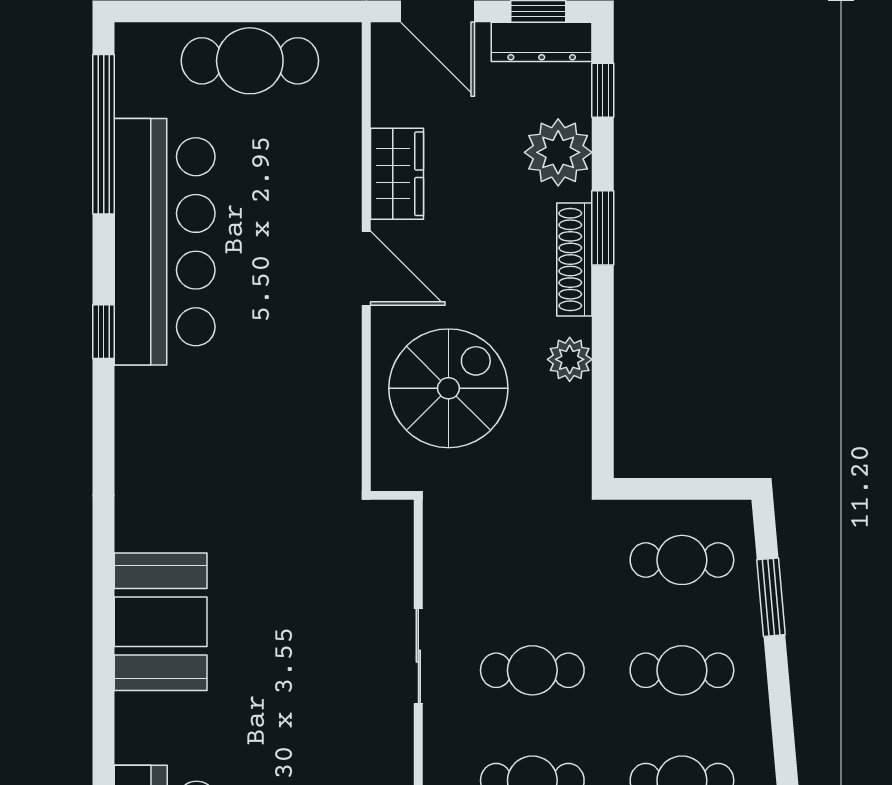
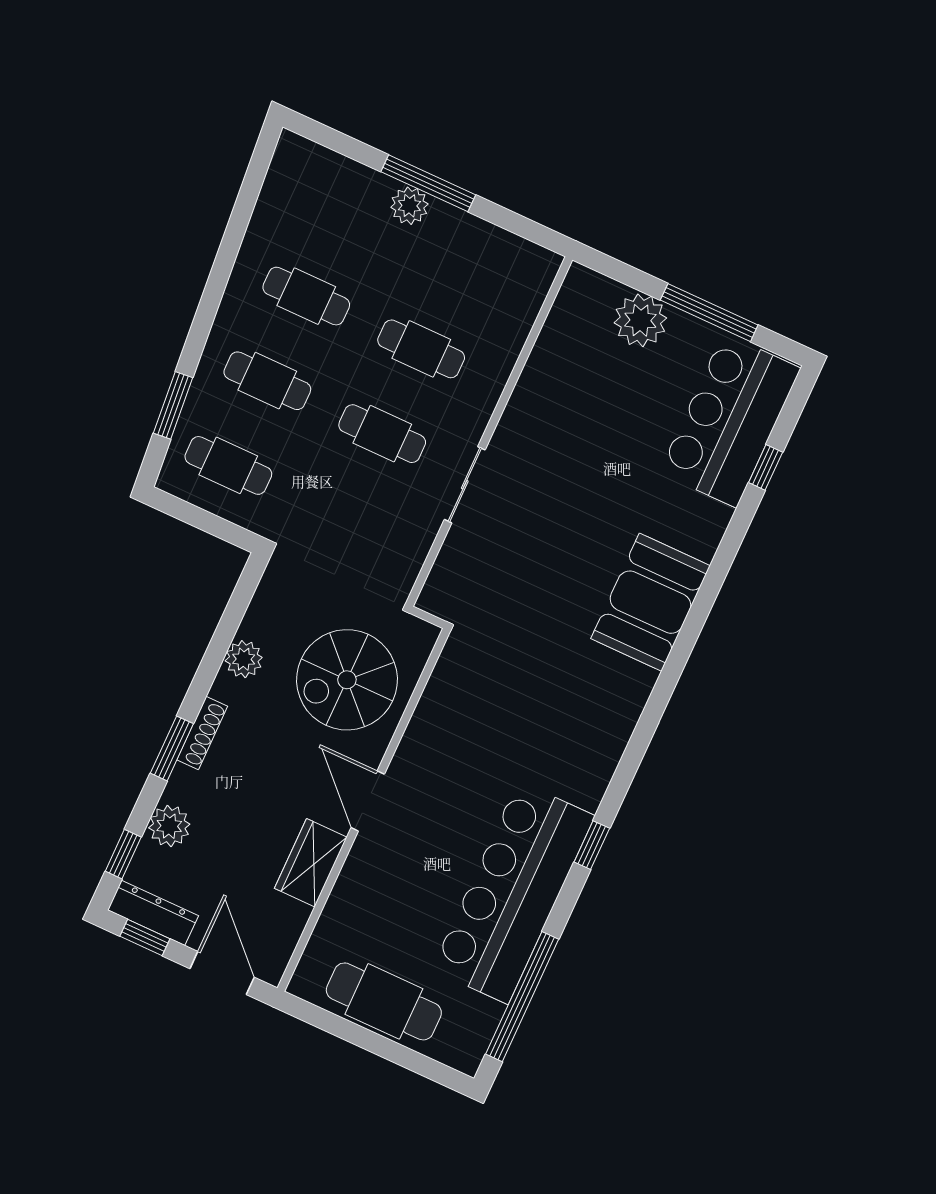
plant: (558, 152) -> (169, 826), width x0.73, depth x0.73
shoe rack: (574, 259) -> (202, 733), width x0.74, depth x0.81

